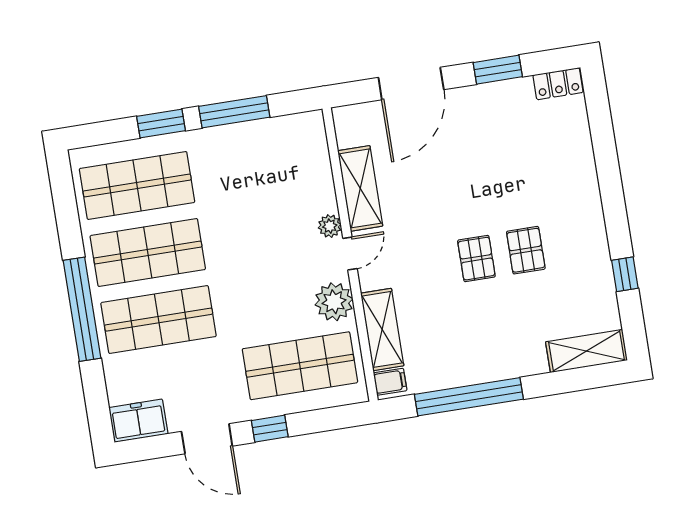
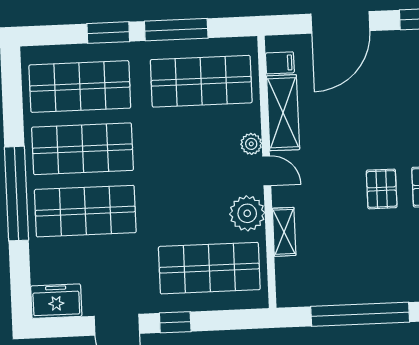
shop shelf: (268, 165) -> (201, 81), added
door: (350, 253) -> (267, 171), hinge flipped
shelving: (382, 329) -> (284, 232), width x0.67, depth x0.75
filing cabinet: (390, 382) -> (280, 63), moved

